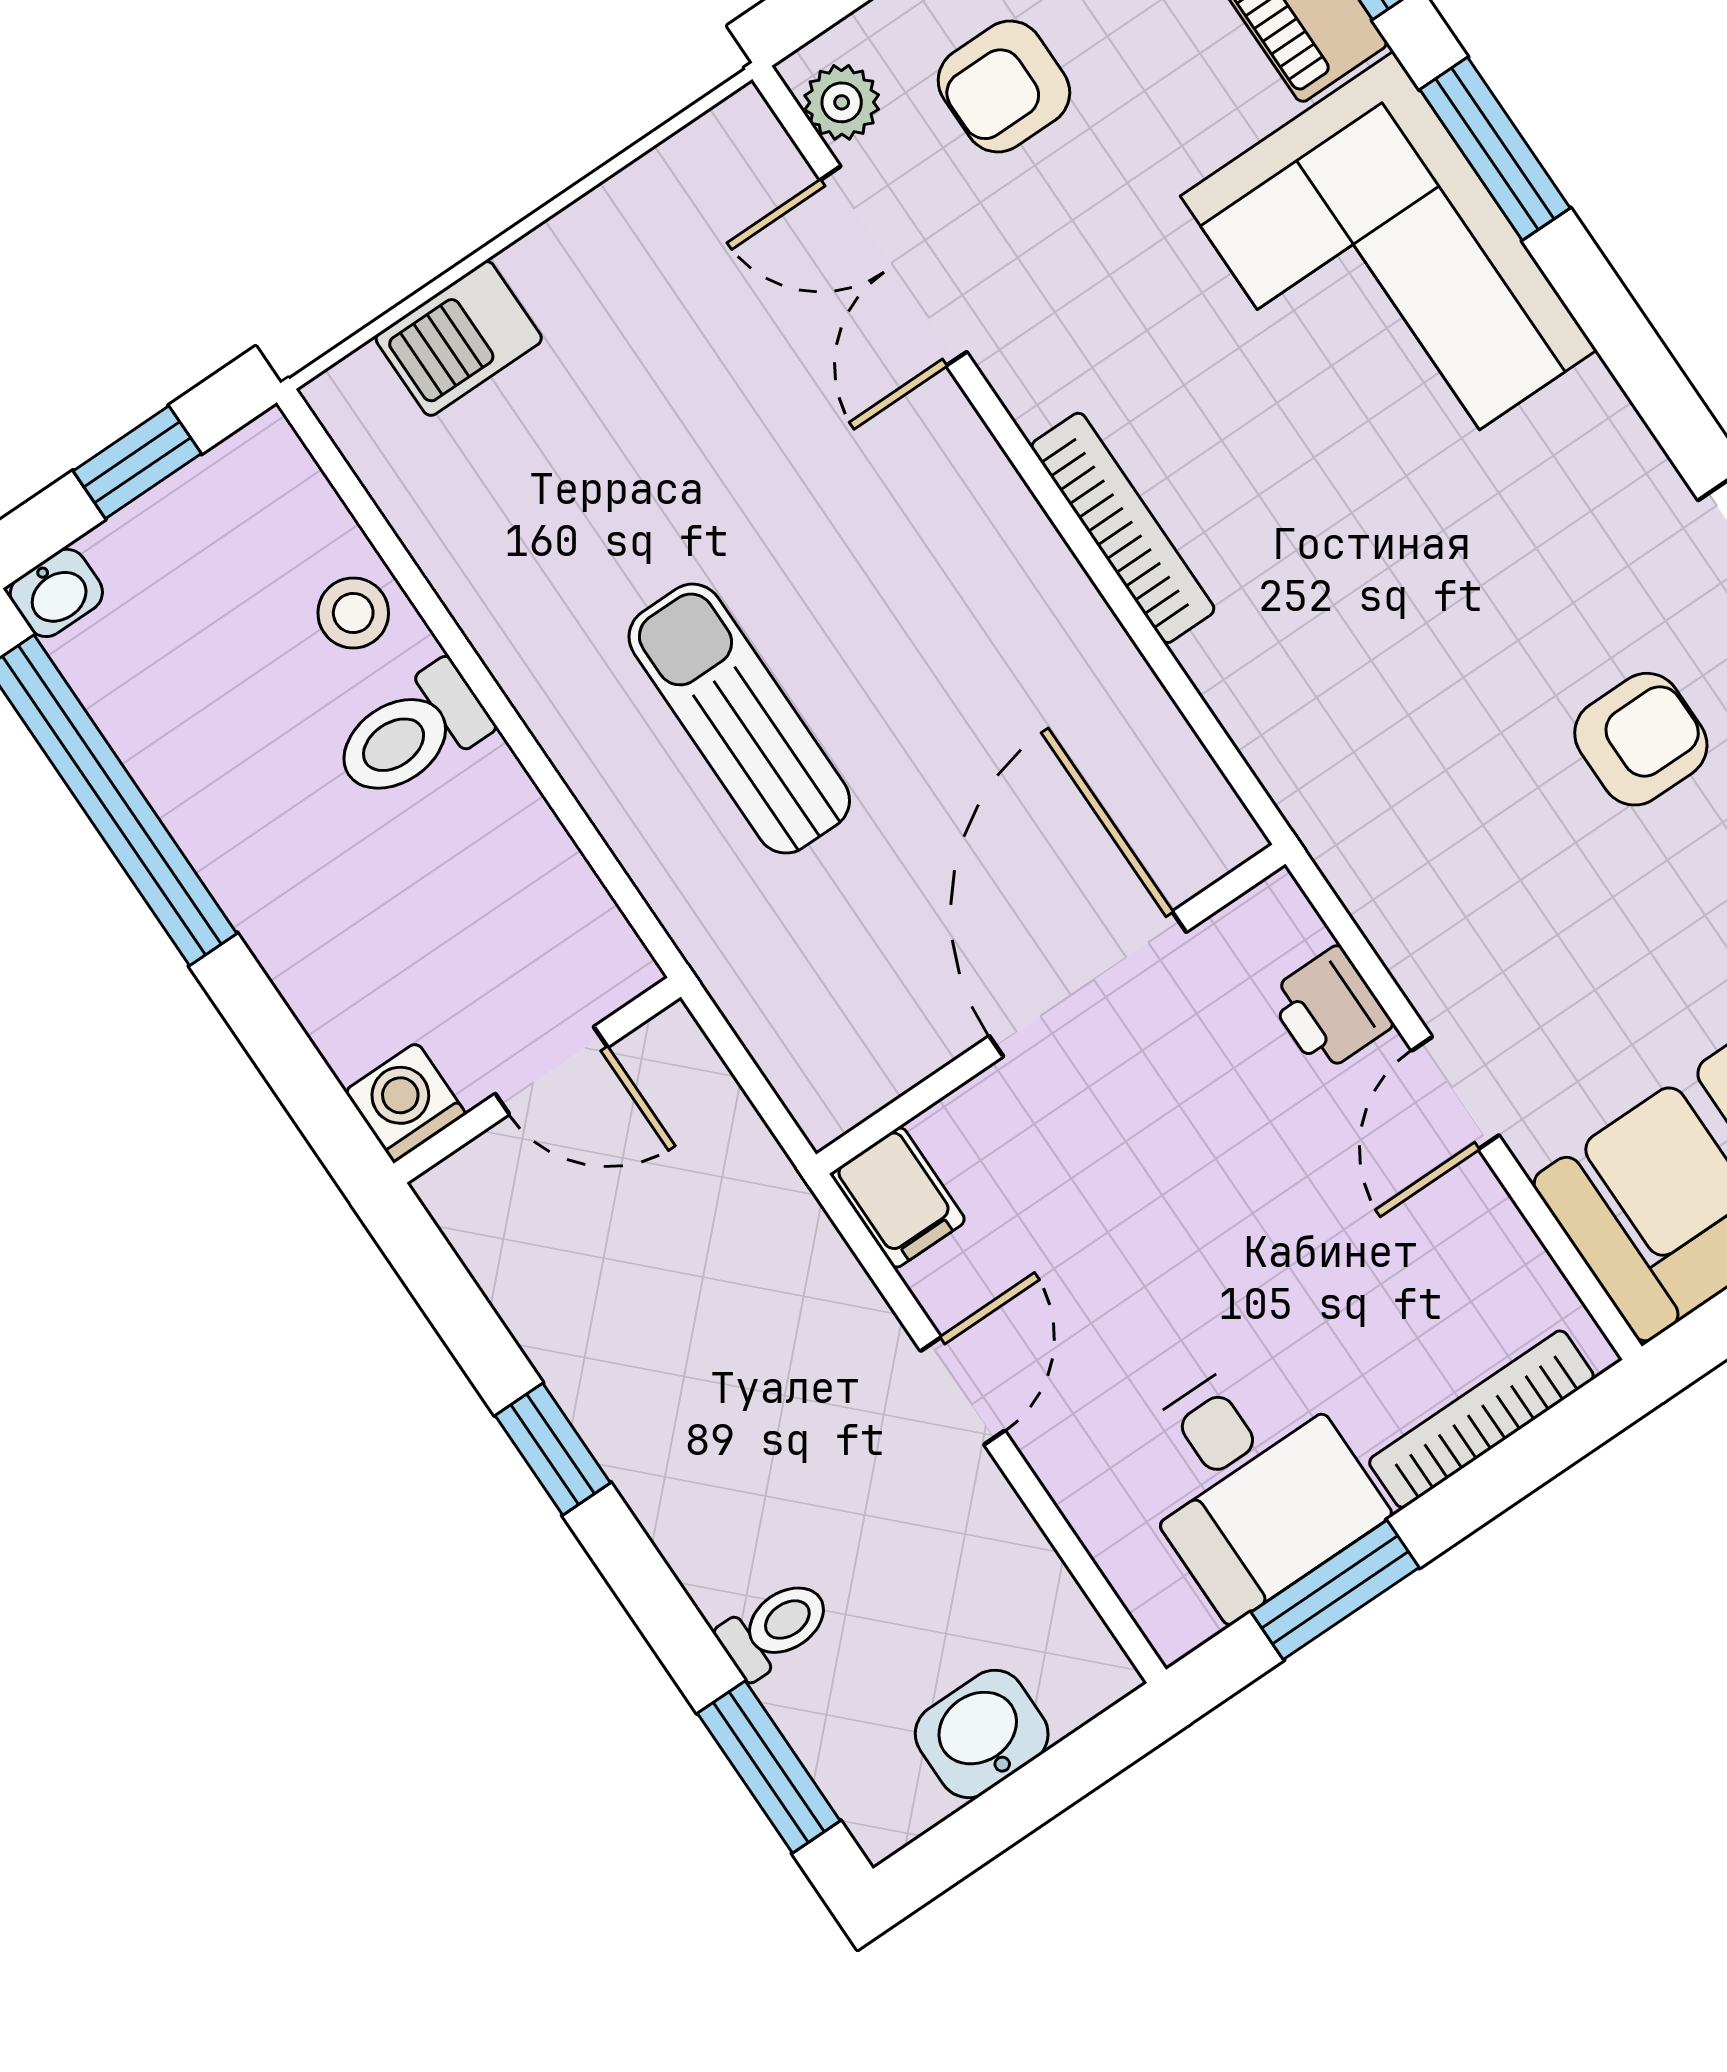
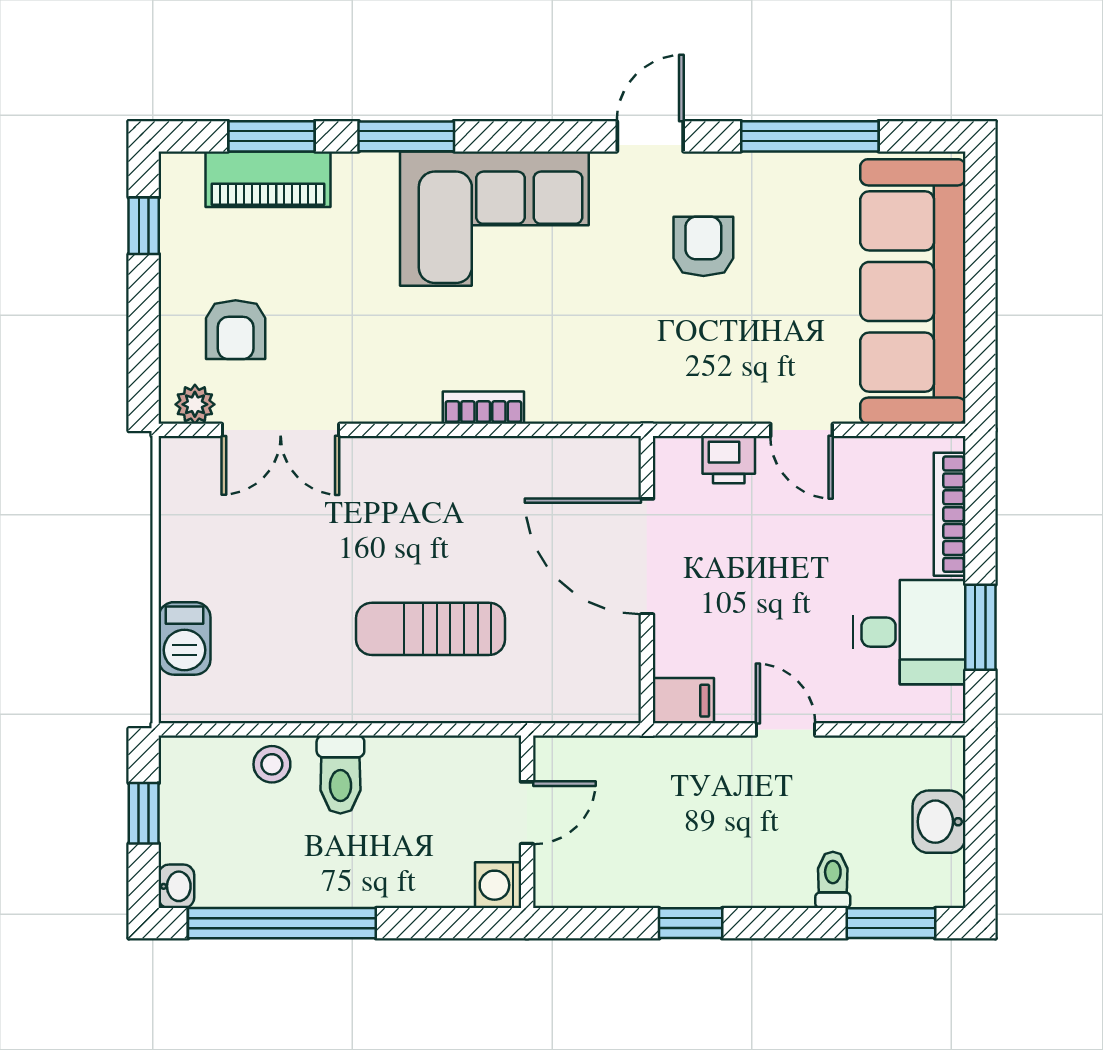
corner sofa: (1389, 273) -> (494, 219), moved
bookcase: (1123, 528) -> (483, 408), width x0.64

